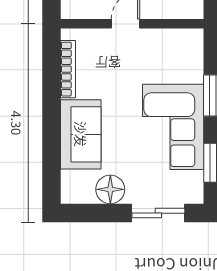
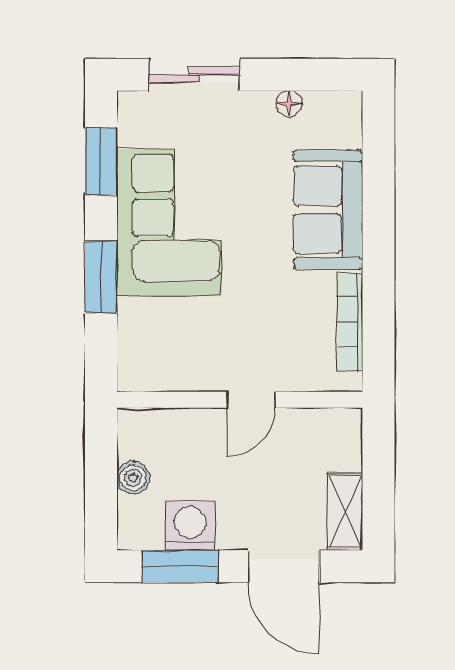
floor lamp: (110, 189) -> (289, 104), width x0.53, depth x0.53

